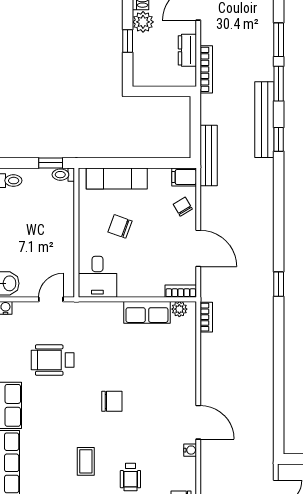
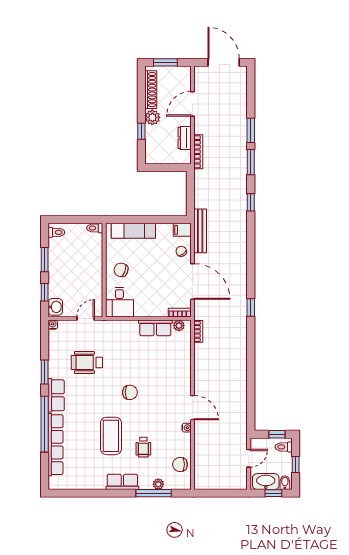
bench: (264, 120) -> (240, 188), removed
bench: (209, 155) -> (200, 231), moved
window: (51, 163) -> (85, 220), removed
chair: (120, 226) -> (121, 270), moved
door: (198, 248) -> (193, 281), width x1.36
coffee table: (86, 461) -> (111, 436), width x1.86, depth x1.72

